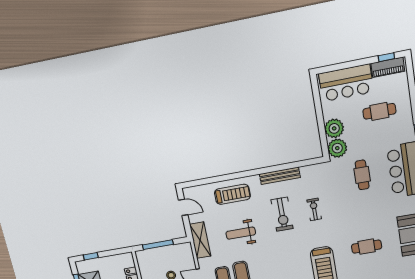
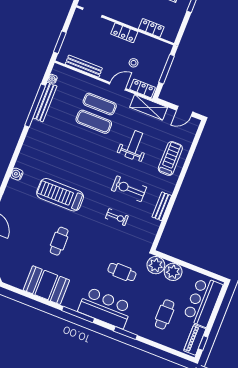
bench: (280, 176) -> (162, 206), width x0.73
treadmill: (232, 194) -> (170, 159), turned 180
locker: (188, 255) -> (143, 88), added

